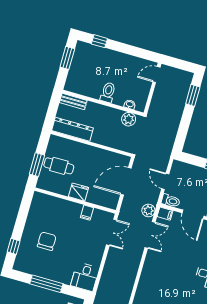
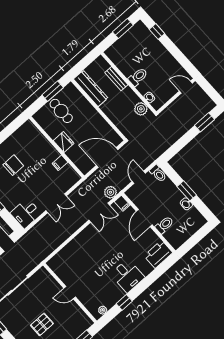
bench: (73, 101) -> (116, 79), moved
window: (37, 165) -> (53, 91), moved
toilet: (171, 201) -> (158, 174), moved
double door: (111, 232) -> (56, 203), moved

